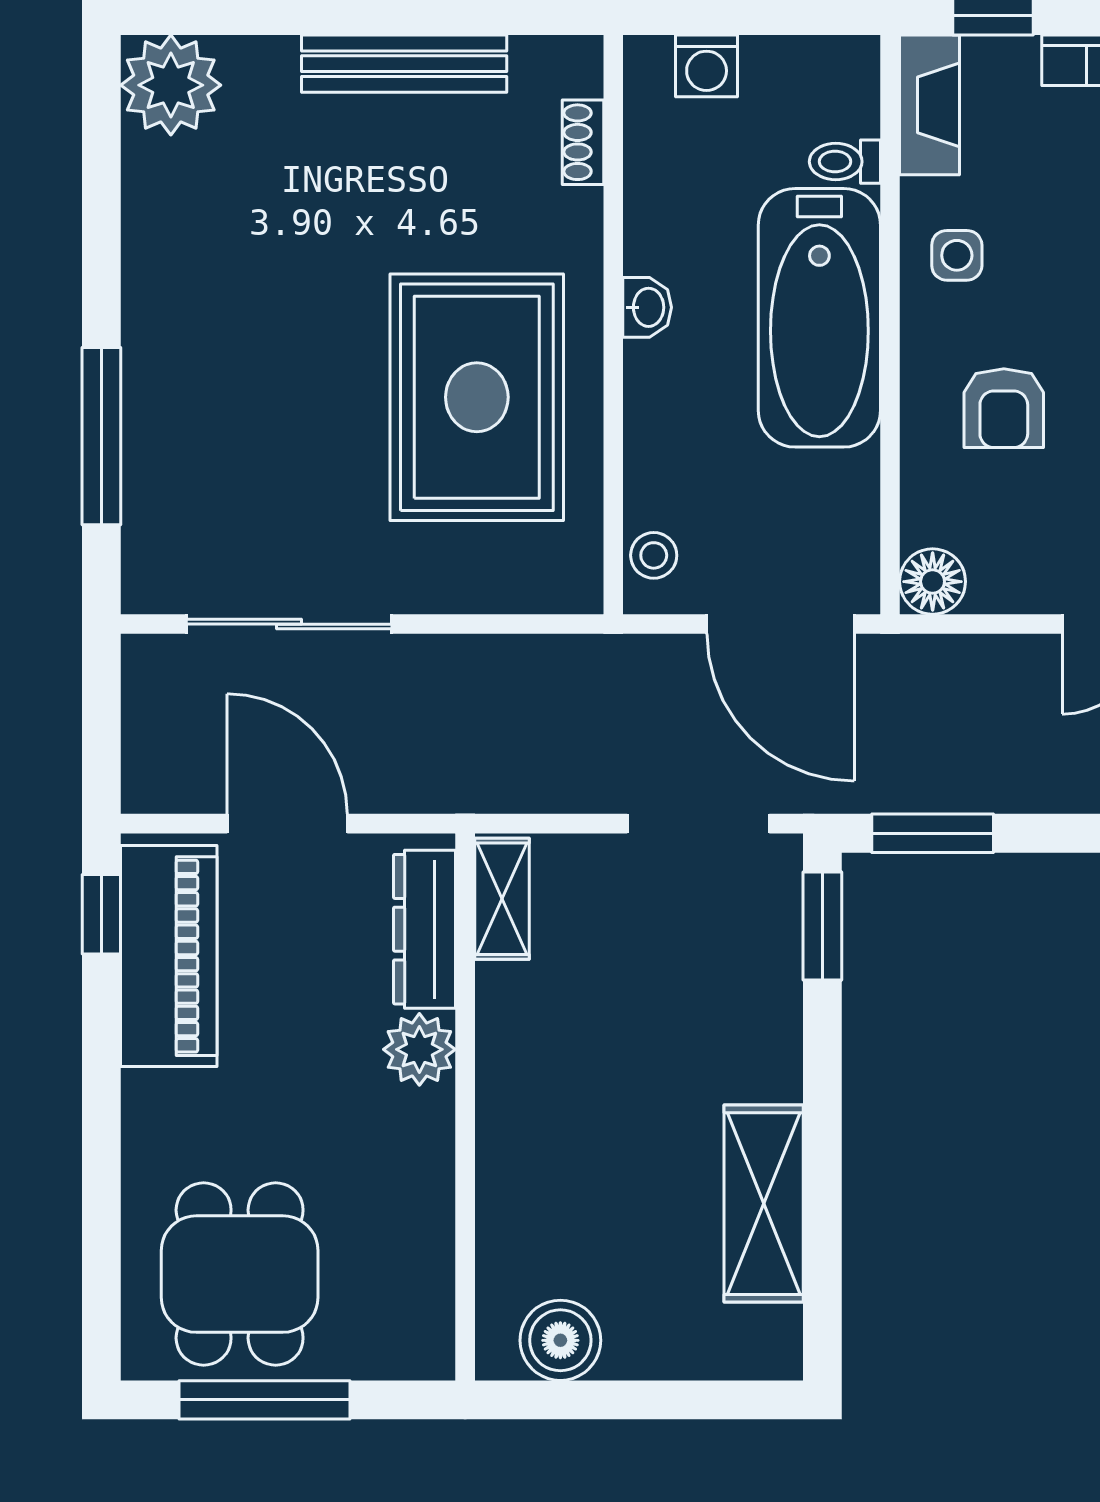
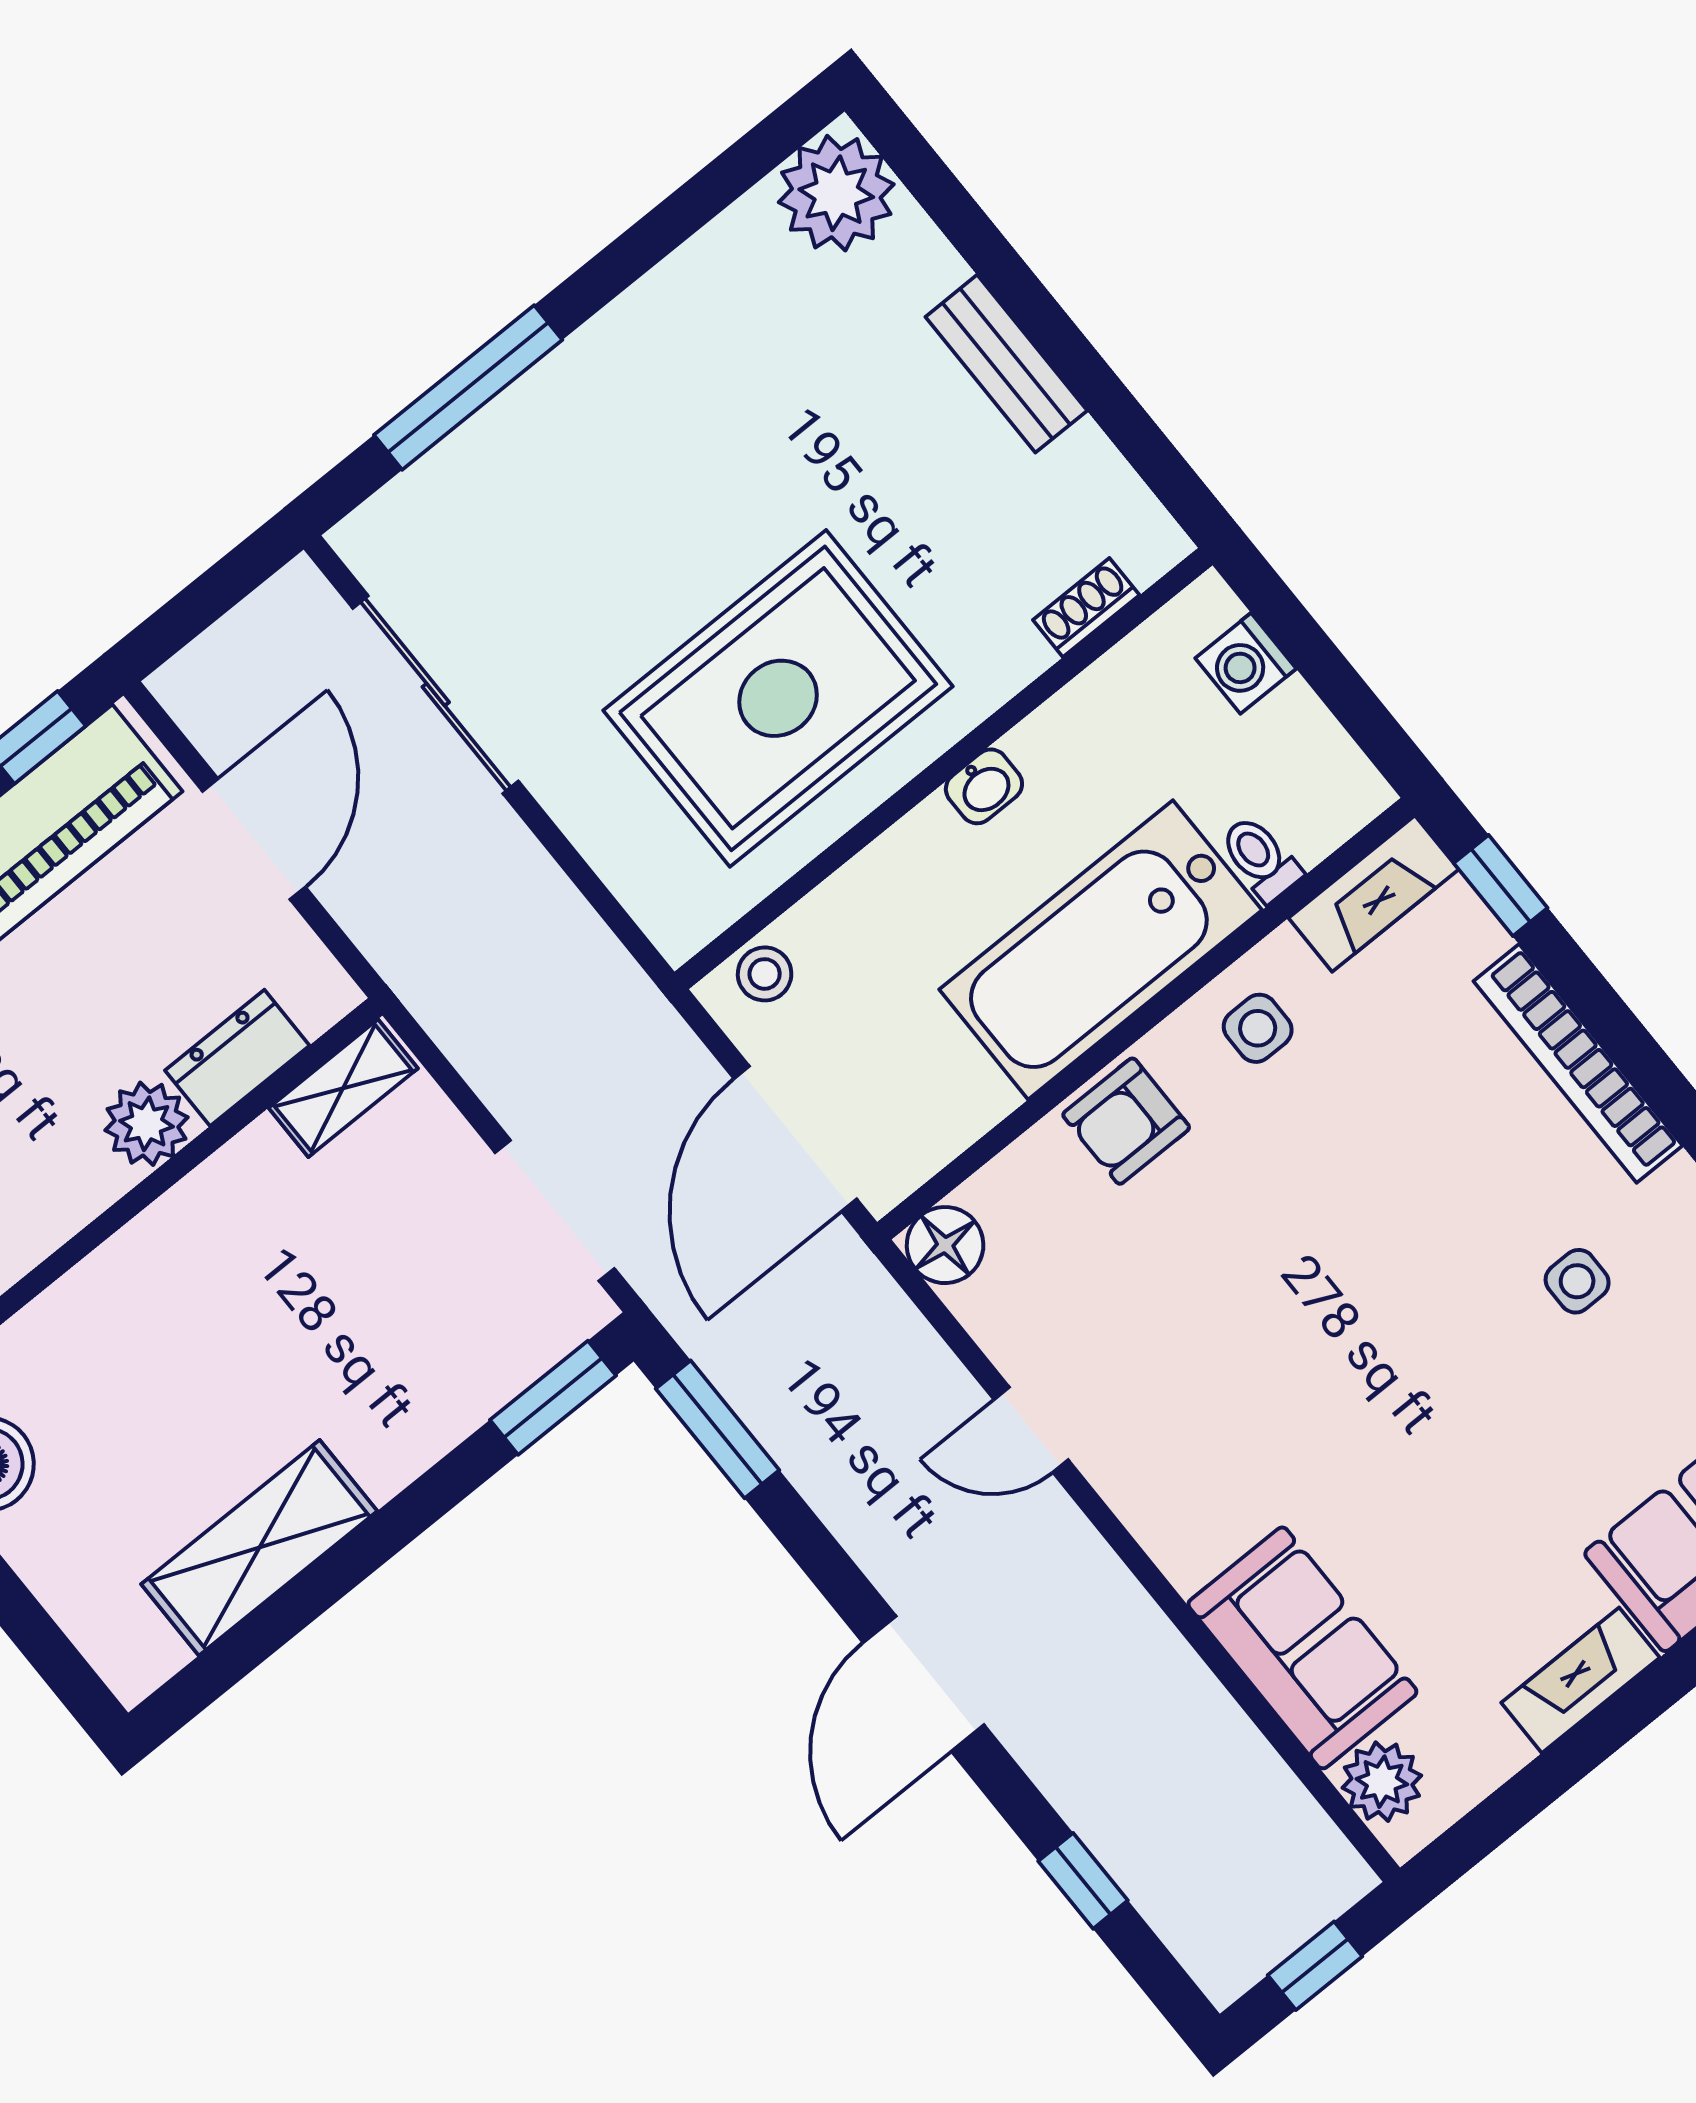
bench: (404, 64) -> (1006, 364), width x0.73
armchair: (1004, 408) -> (1126, 1121), moved
dresser: (424, 929) -> (237, 1058), width x0.70

